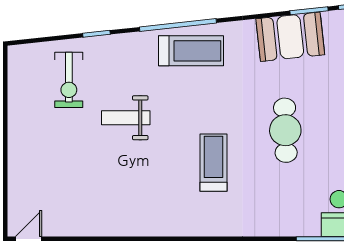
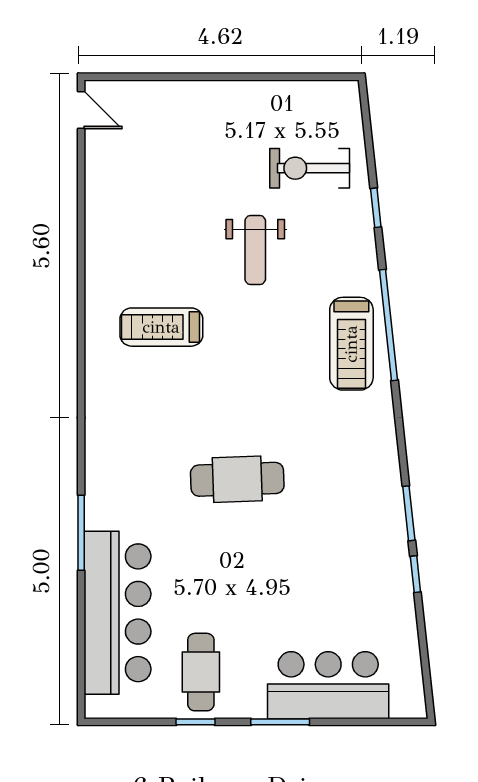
booth: (290, 37) -> (372, 486), removed
weight bench: (126, 118) -> (255, 250), turned 180
treadmill: (214, 163) -> (161, 327), moved, turned 180

